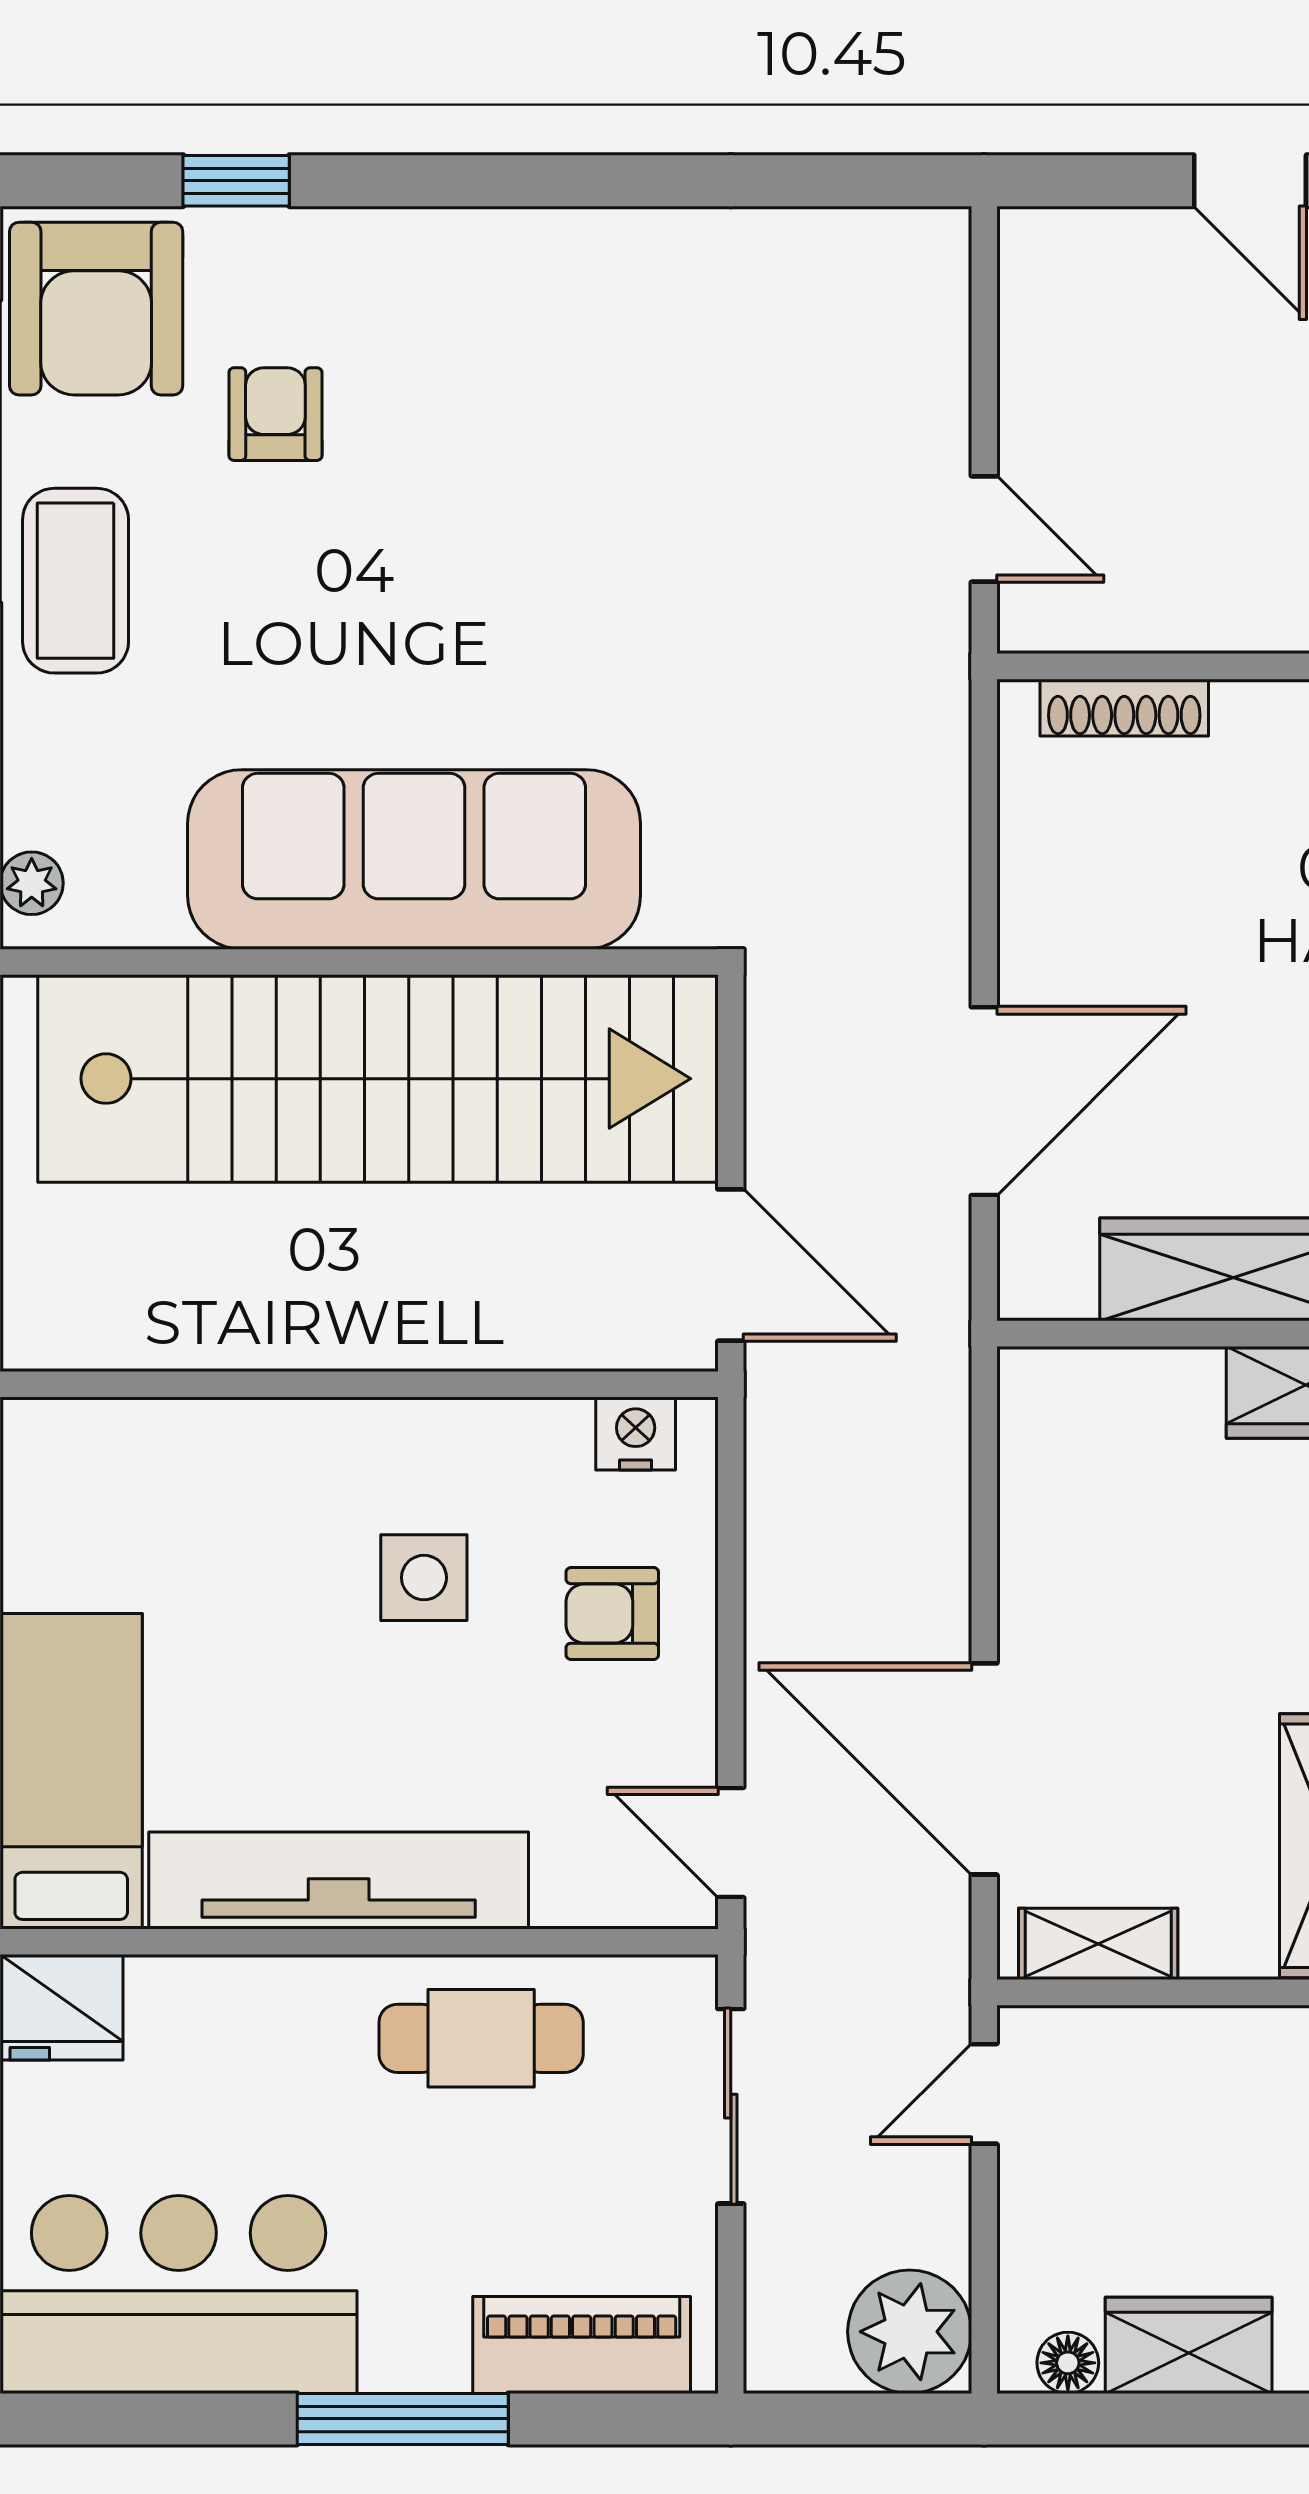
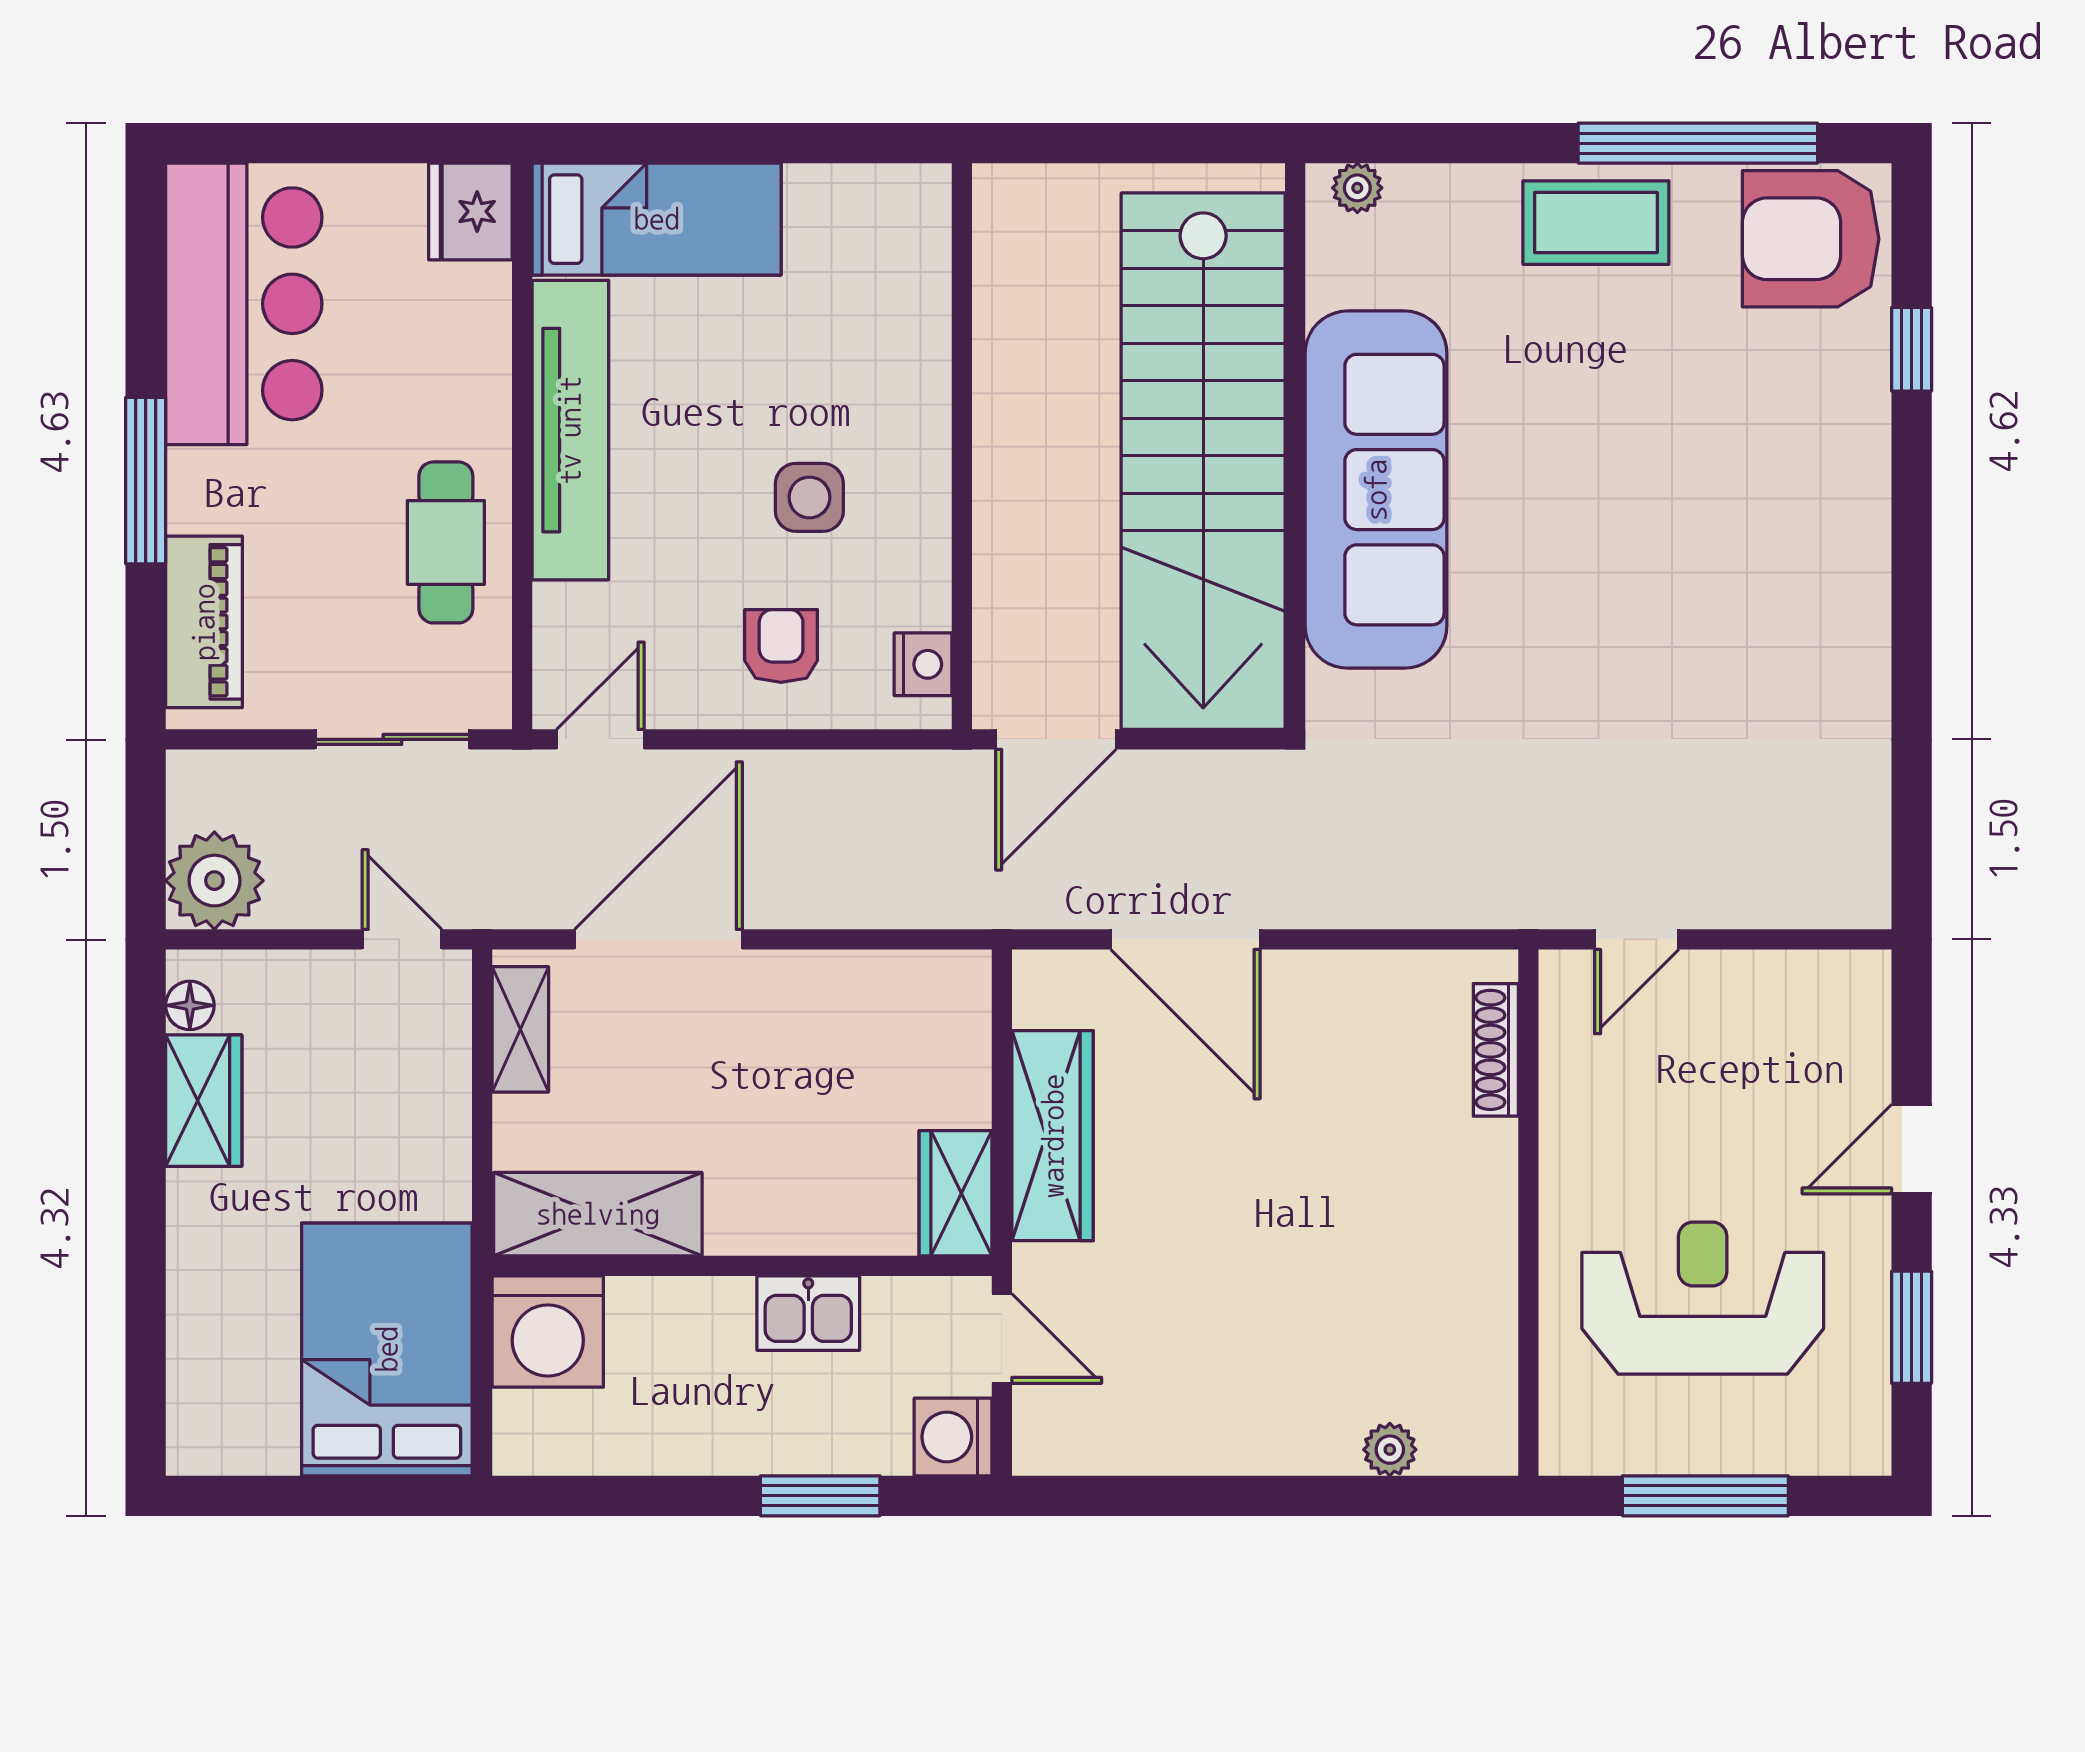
armchair: (275, 414) -> (1727, 380), removed

